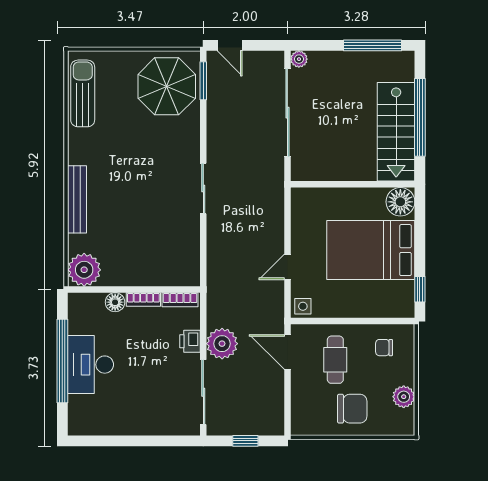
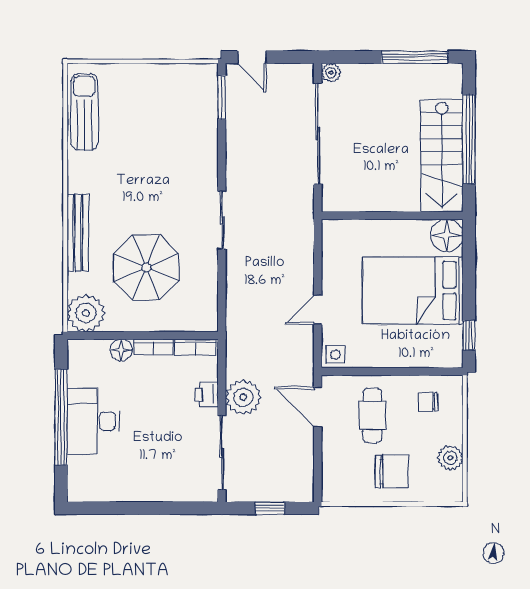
parasol: (167, 86) -> (146, 267), moved

